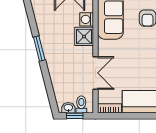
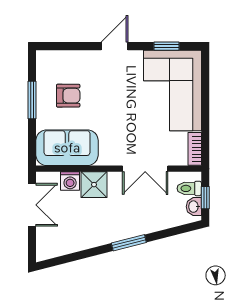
window: (39, 49) -> (129, 243), moved
double door: (95, 73) -> (145, 169), swing flipped

